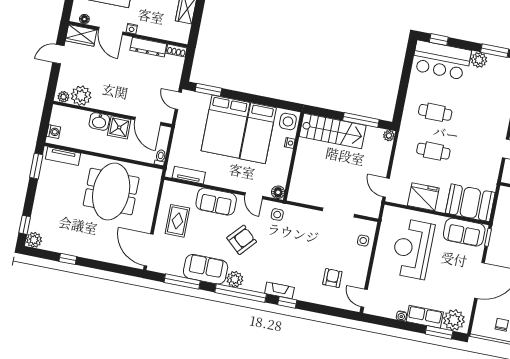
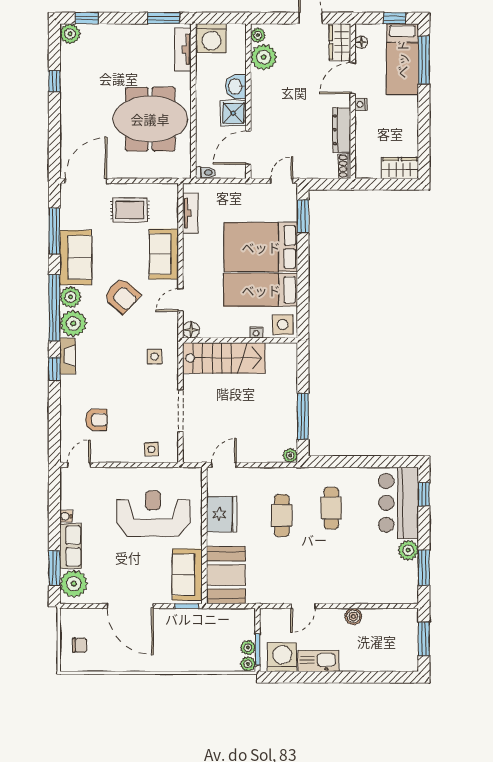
stairs: (333, 131) -> (224, 358), moved, turned -90
washing machine: (54, 132) -> (211, 38), width x1.89, depth x1.89
side table: (277, 215) -> (154, 357), moved
plant: (255, 281) -> (73, 323), added

